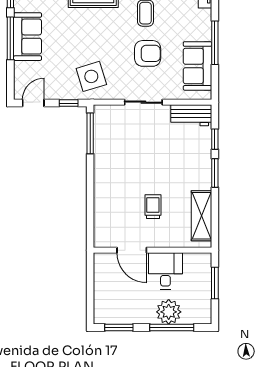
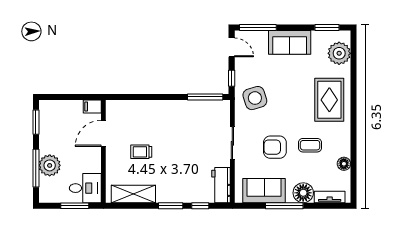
floor lamp: (200, 21) -> (303, 193), added
window: (10, 38) -> (258, 27), moved
armchair: (148, 53) -> (275, 147), turned 90
trolley: (153, 207) -> (141, 152), turned 180
filing cabinet: (101, 263) -> (92, 107), added
desk: (165, 271) -> (85, 188), moved

